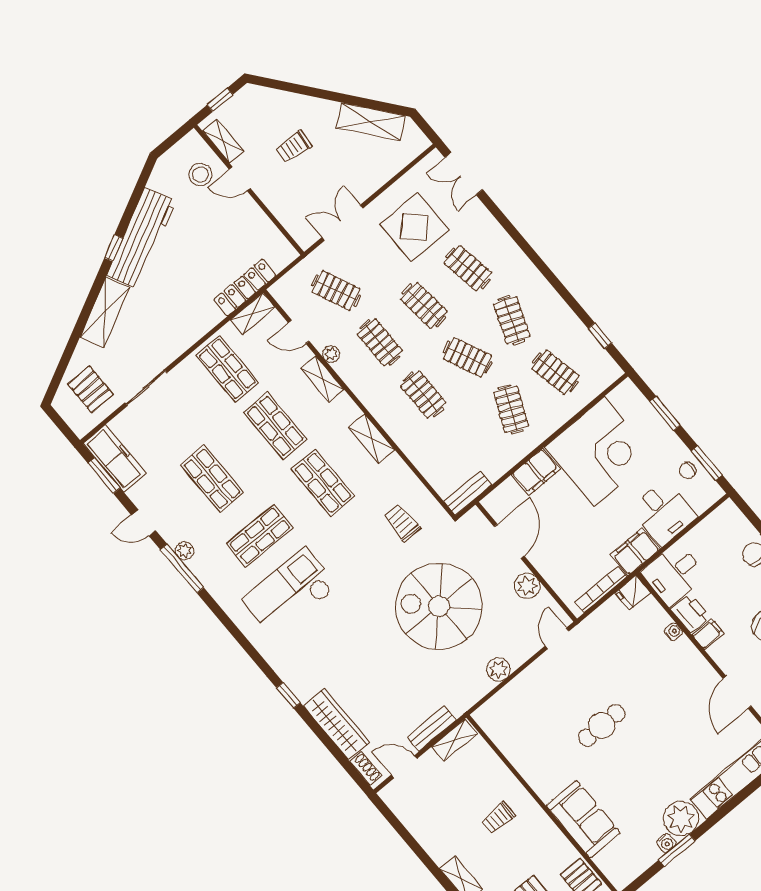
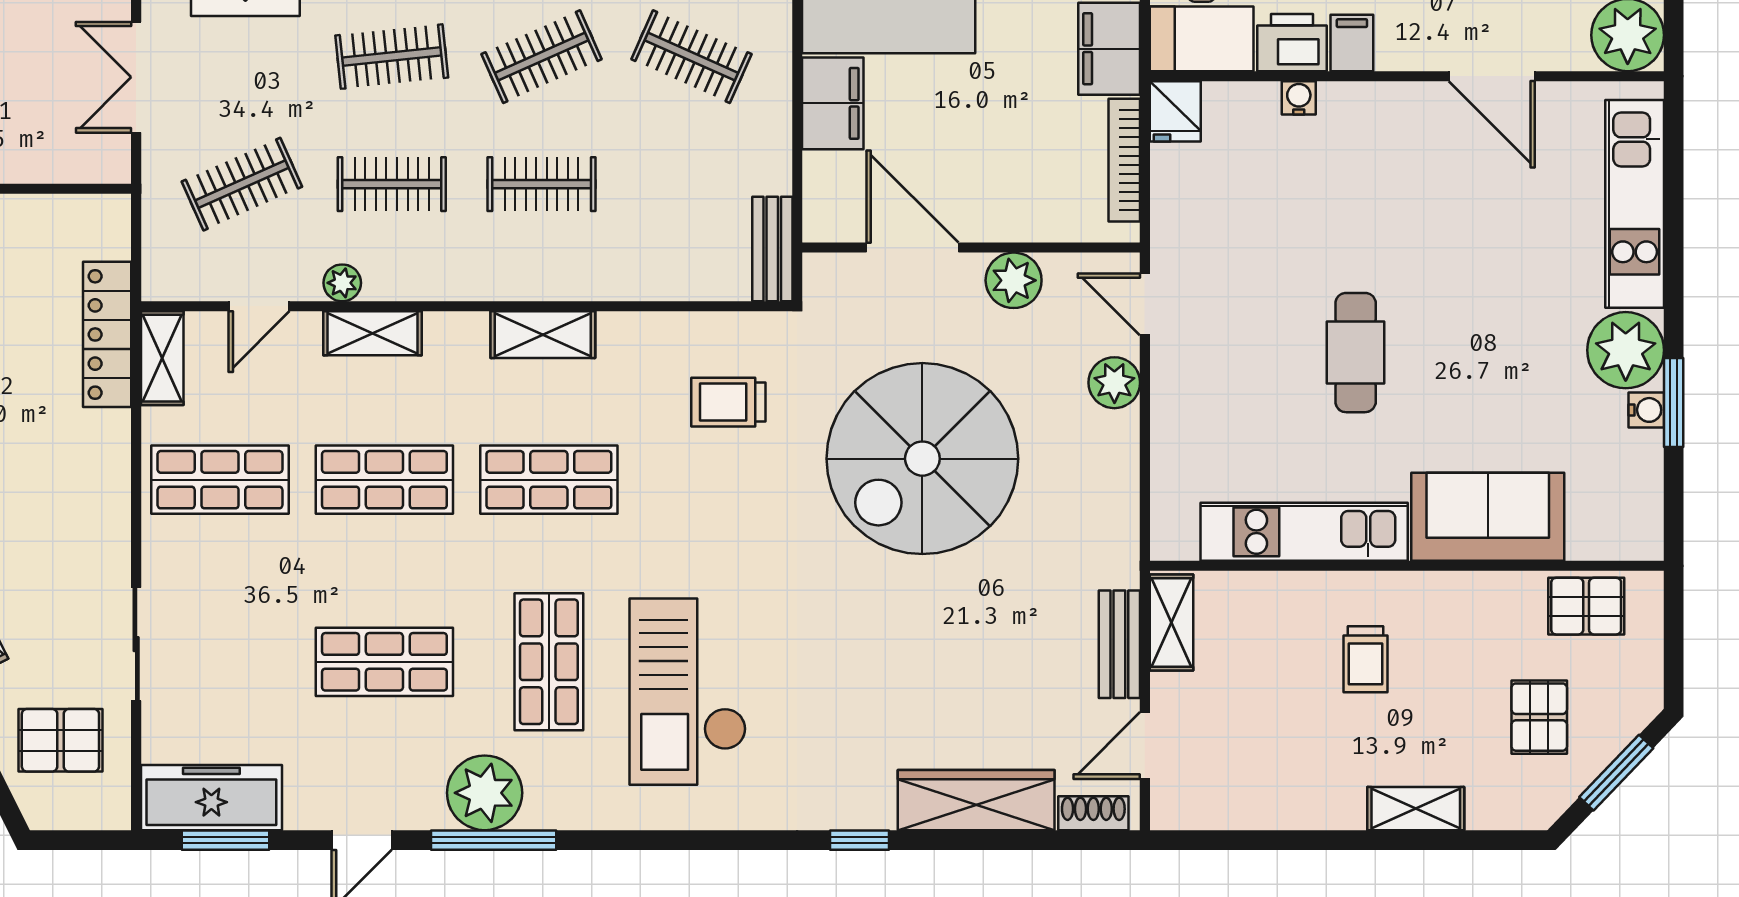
plant: (185, 551) -> (485, 793), width x1.87, depth x1.87
plant: (499, 670) -> (1114, 383), moved
kitchen unit: (525, 760) -> (1304, 532), added

